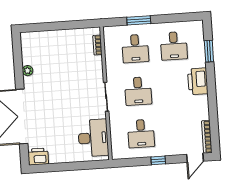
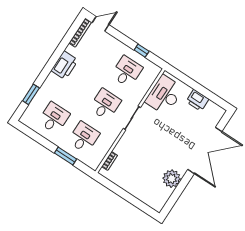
plant: (28, 71) -> (172, 179), width x1.88, depth x1.88
printer: (198, 81) -> (65, 65), moved
printer: (38, 157) -> (197, 100), moved
window: (158, 160) -> (142, 51), moved

